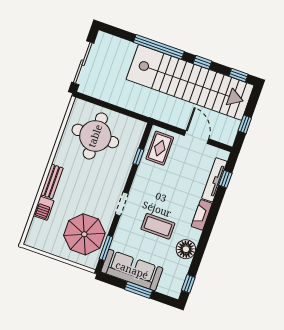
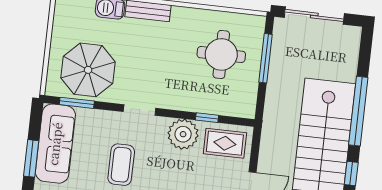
window: (105, 105) -> (265, 58), added
round table: (95, 136) -> (221, 54), width x0.73, depth x0.73
plant: (146, 177) -> (183, 134), added

